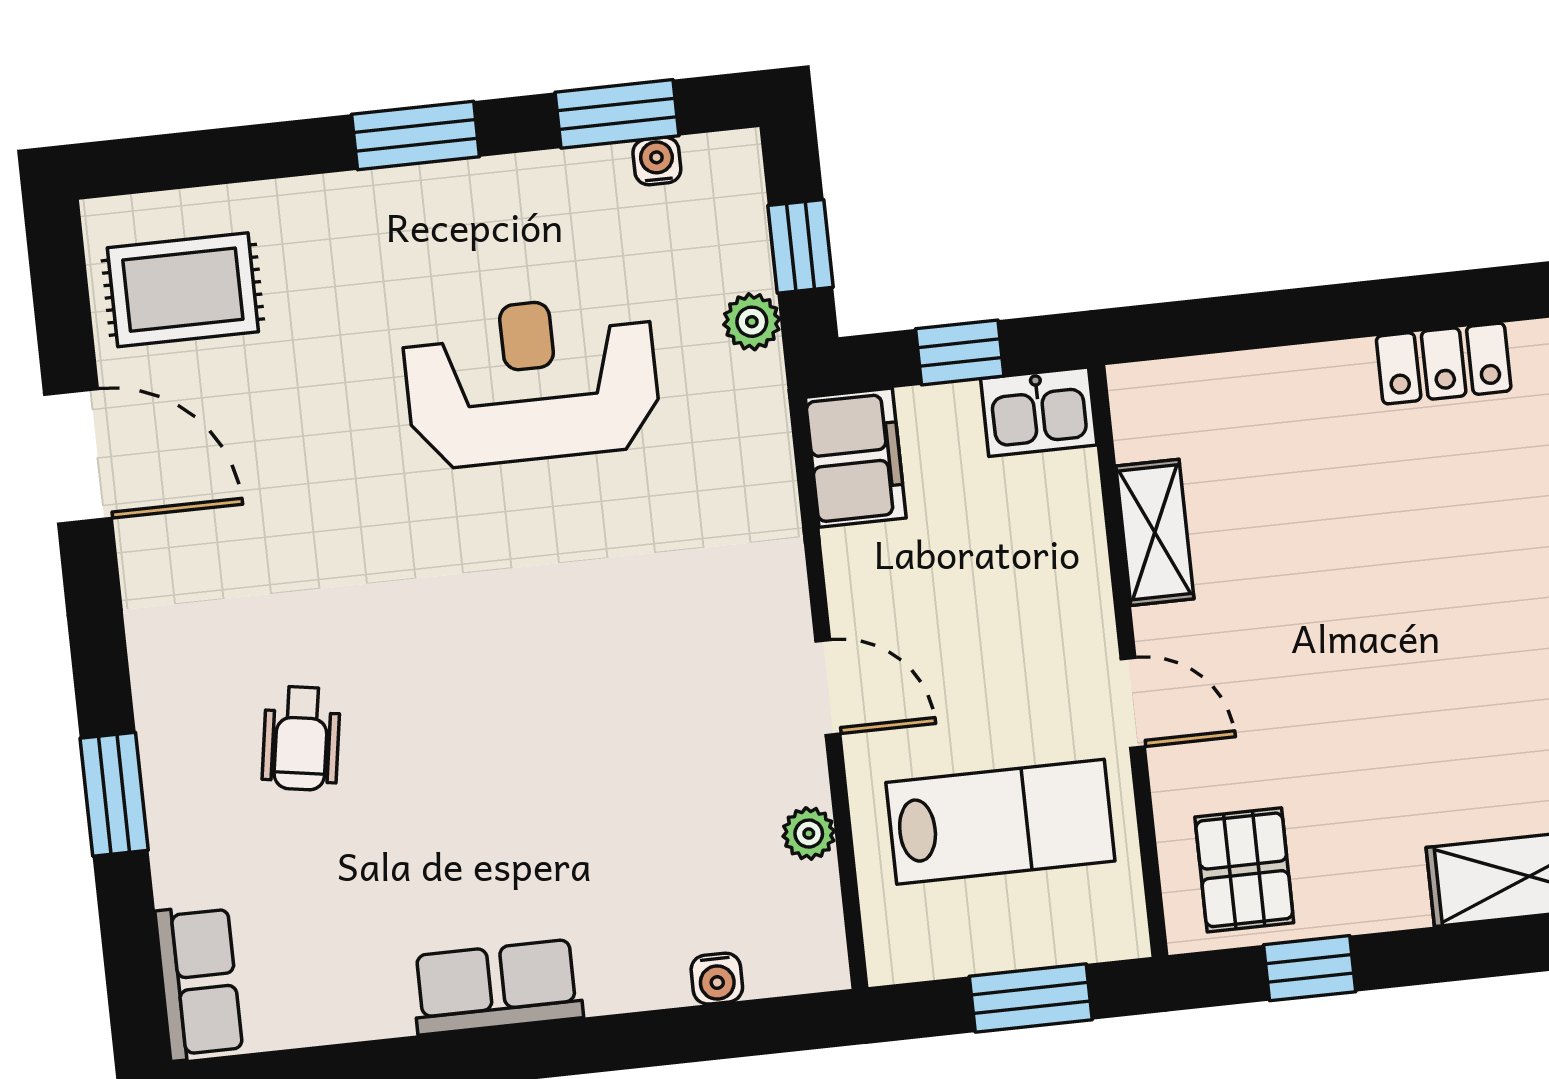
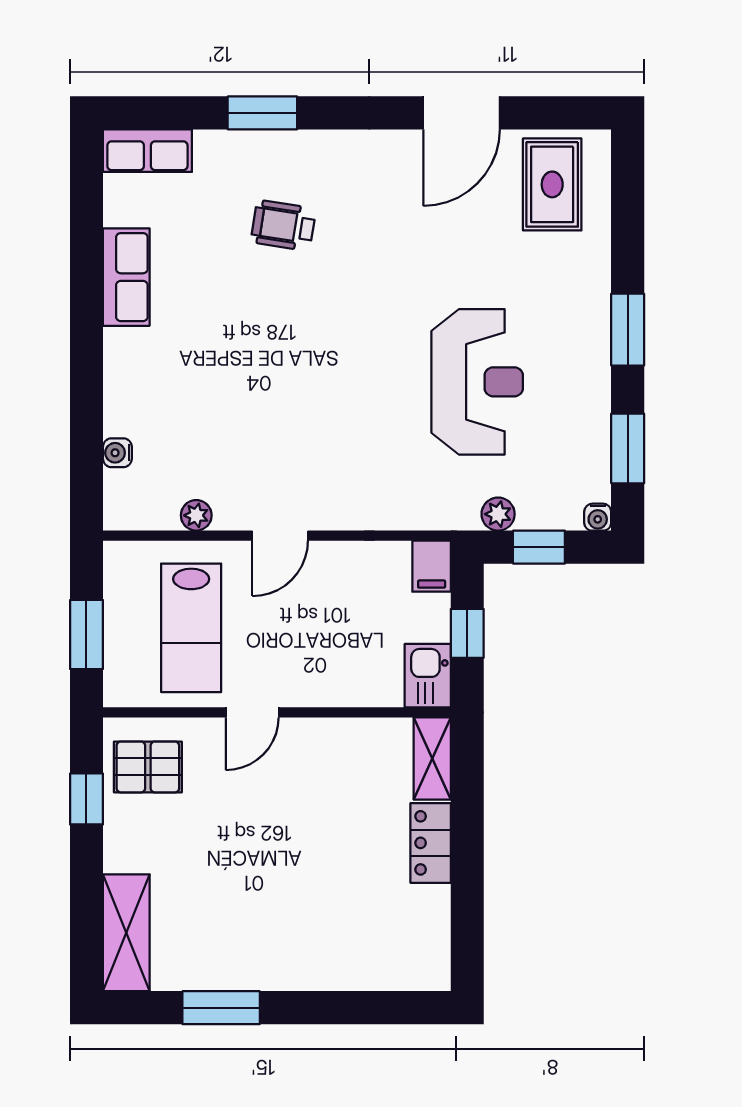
water cooler: (657, 161) -> (598, 517), moved, turned 90
locker: (1444, 363) -> (431, 843), moved
filing cabinet: (856, 458) -> (432, 566), width x0.50
shelving: (1155, 532) -> (432, 759), moved, turned 90
row of seats: (497, 987) -> (126, 277), moved

